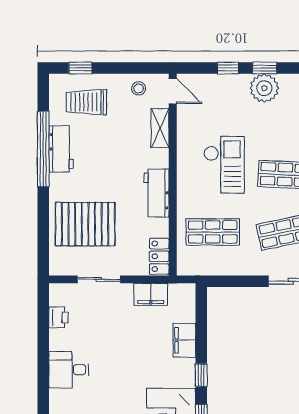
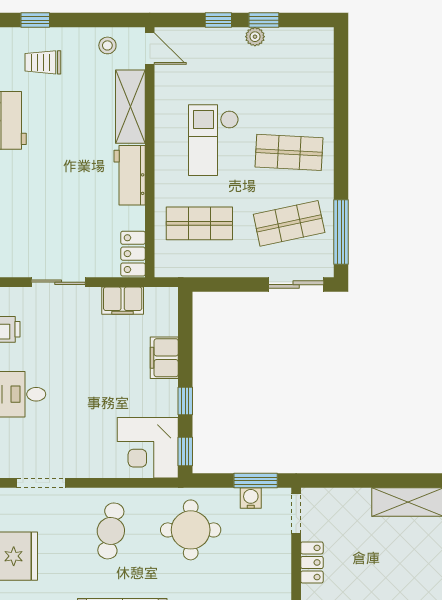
plant: (264, 88) -> (255, 37), width x0.53, depth x0.53
trolley: (86, 102) -> (43, 62), width x0.73, depth x0.72
shelving: (160, 128) -> (130, 107), width x1.50, depth x1.33
checkout: (224, 165) -> (213, 140), turned 180
pallet: (85, 224) -> (41, 214), removed

